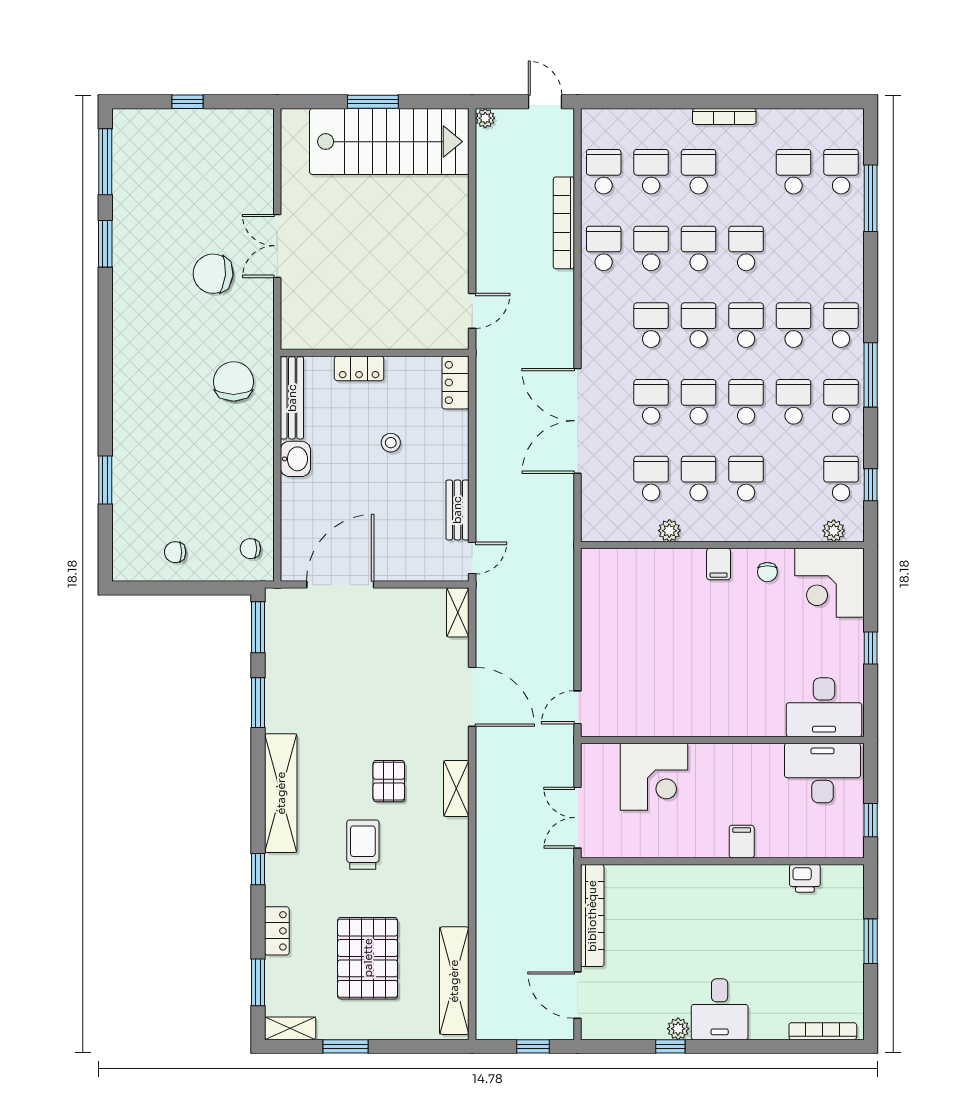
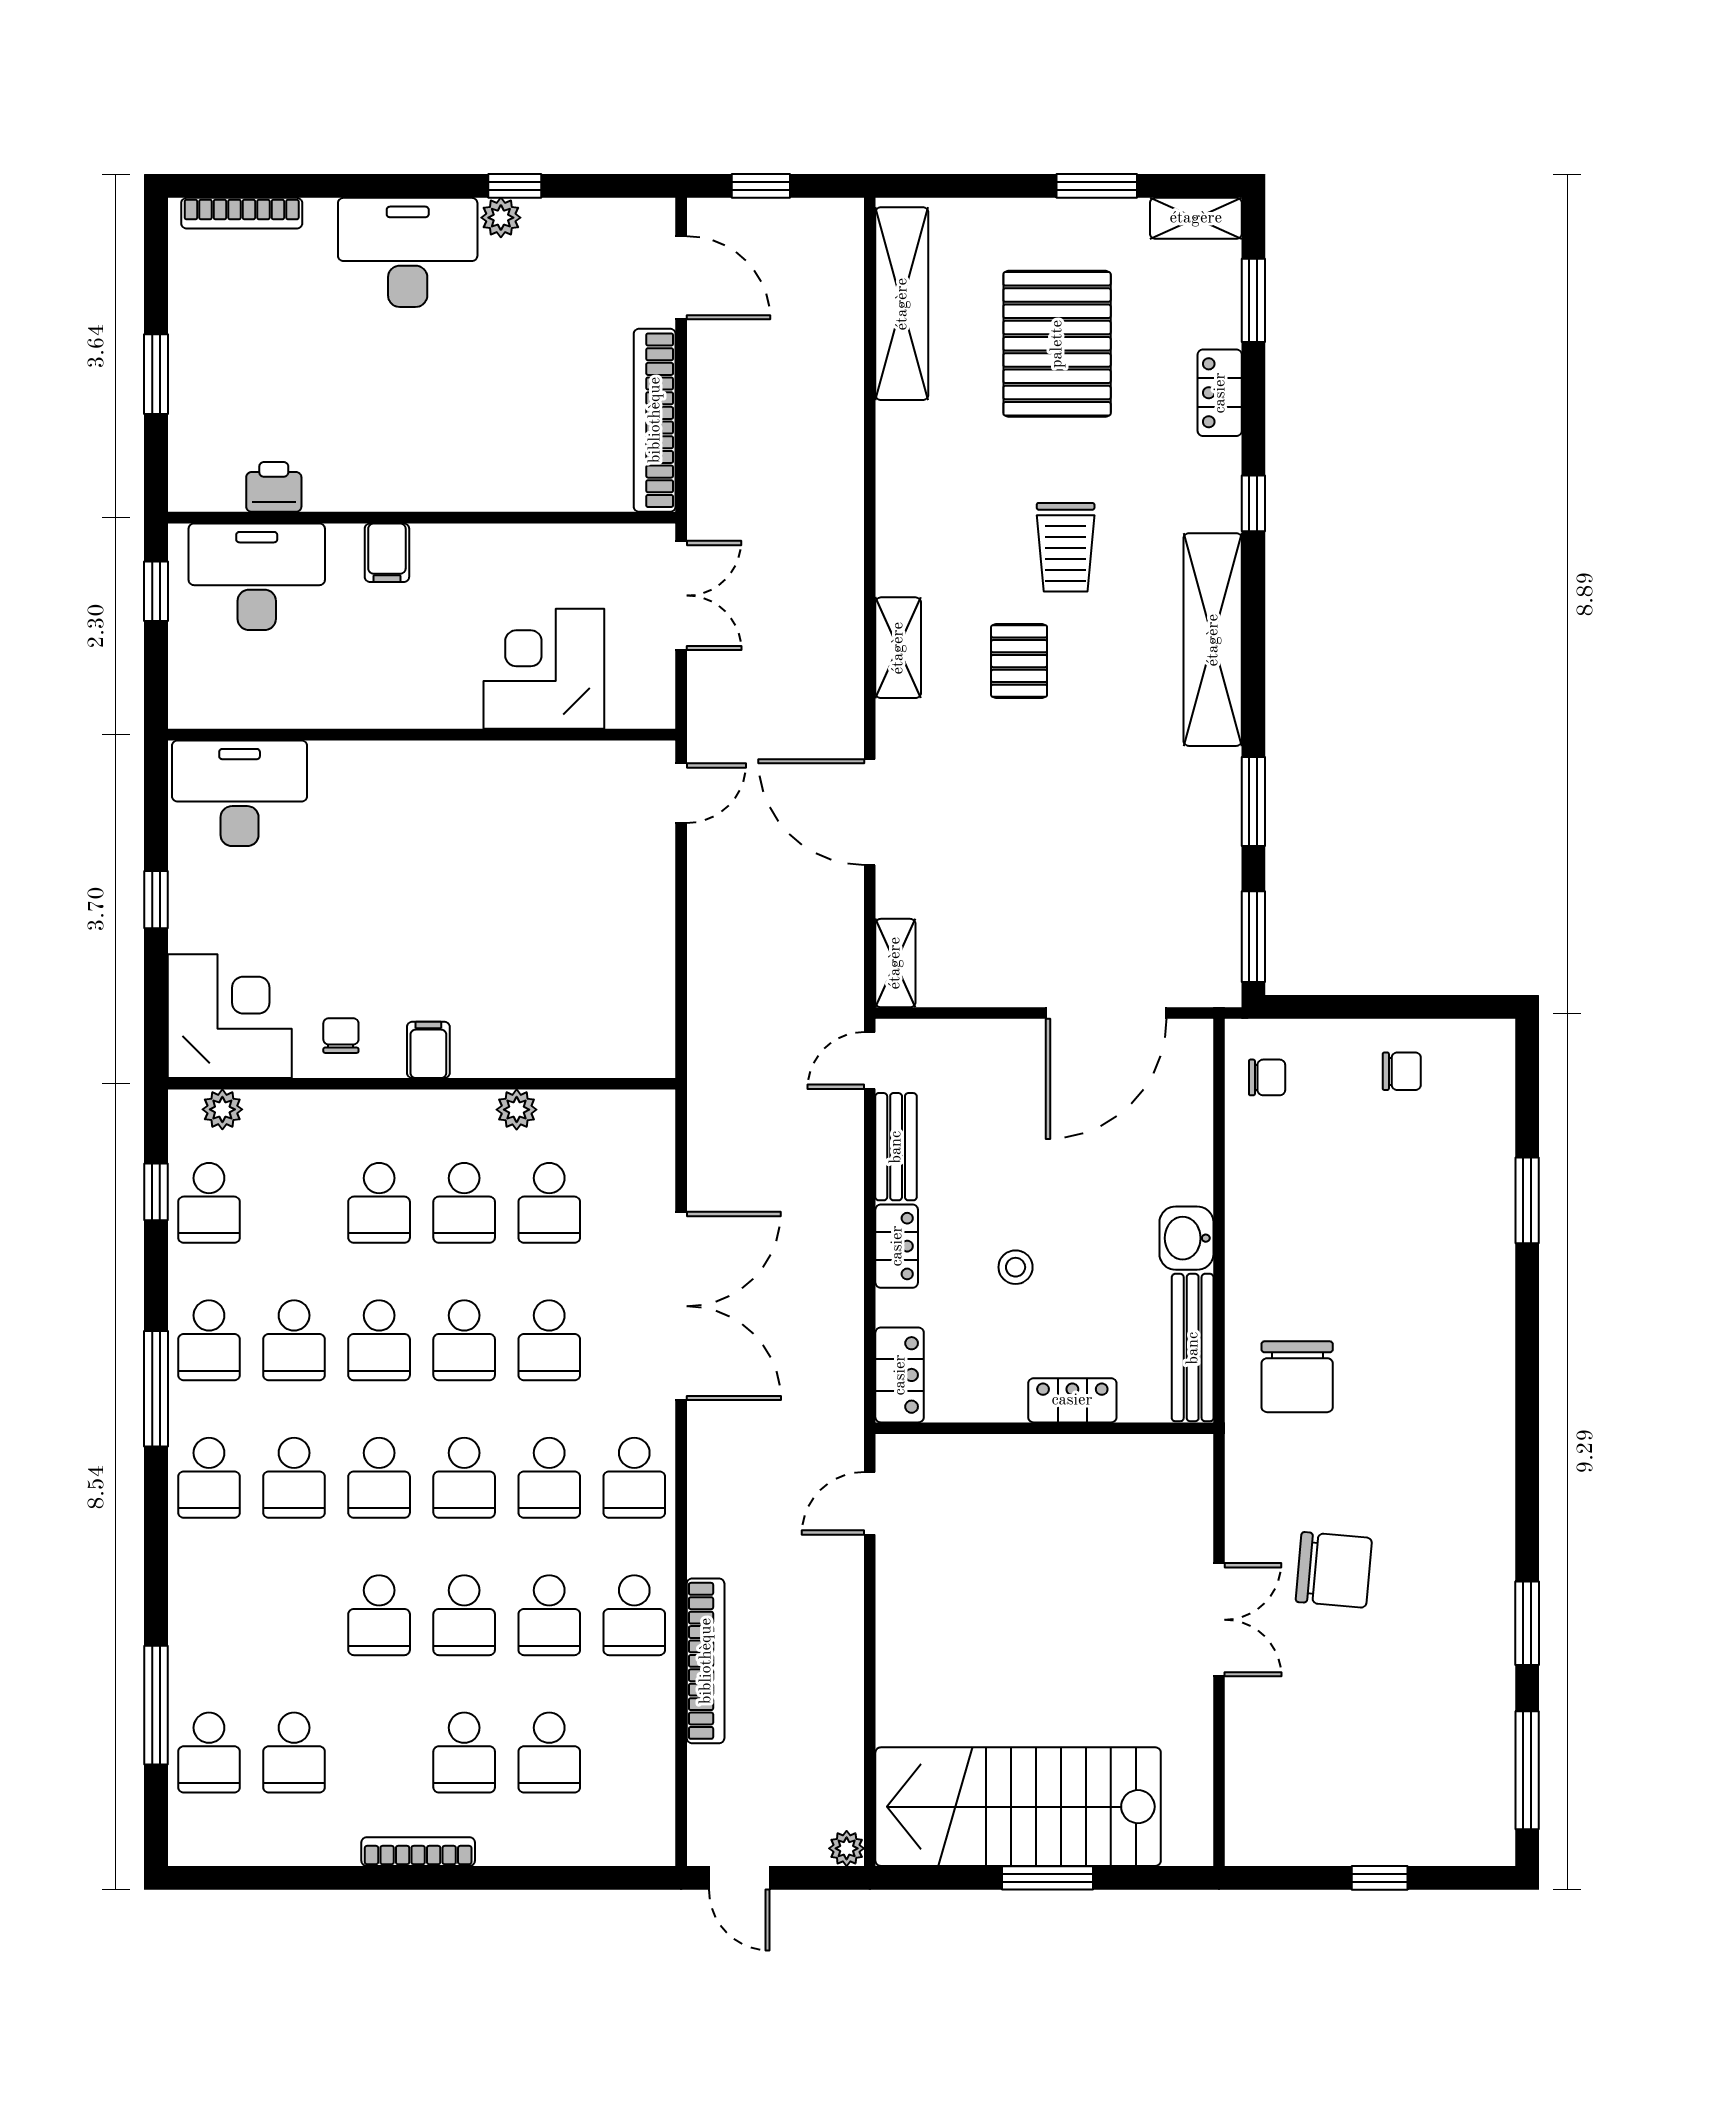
school desk: (604, 172) -> (634, 1478), moved
locker: (457, 454) -> (897, 1246), added
desk: (822, 773) -> (257, 577), moved, turned 180
desk: (720, 1009) -> (408, 252), width x1.37

